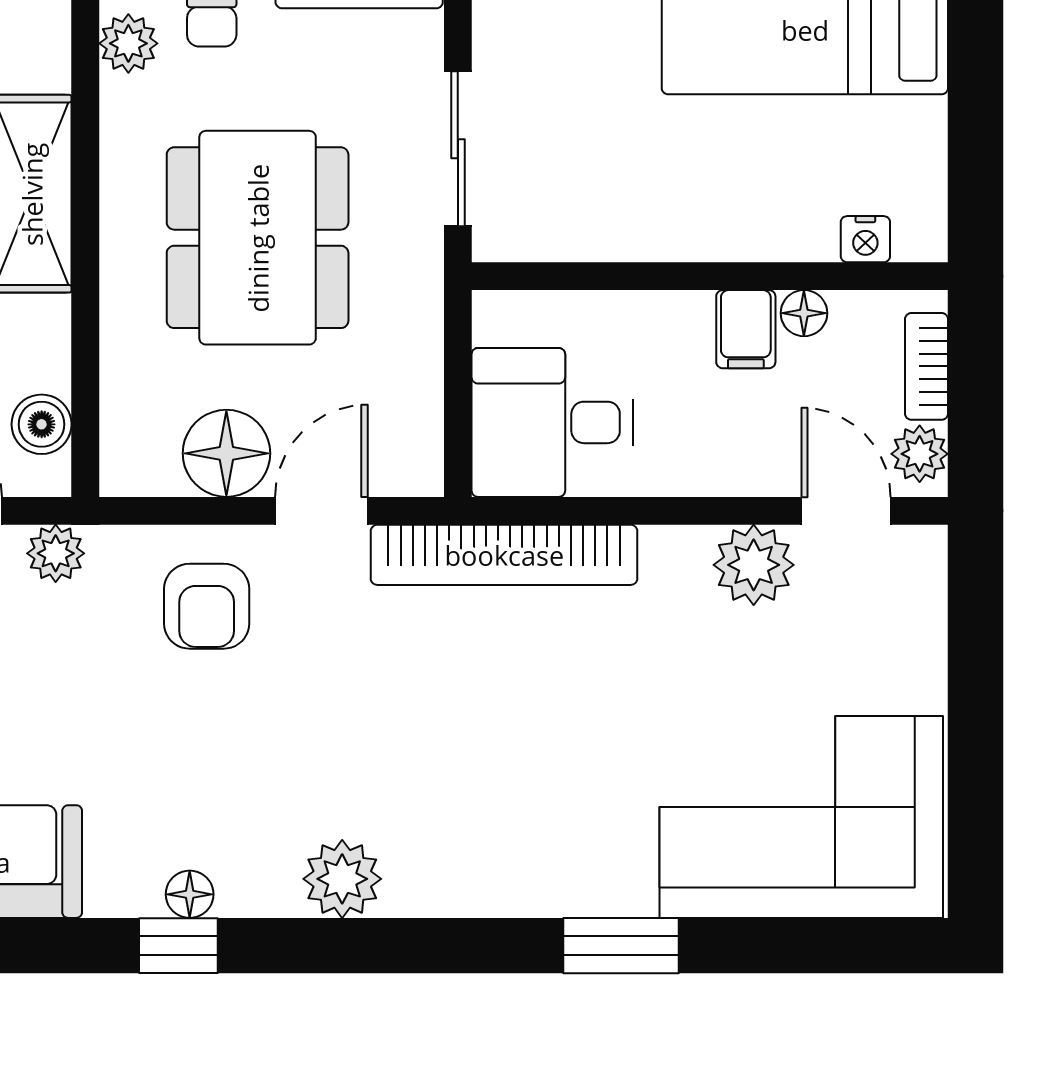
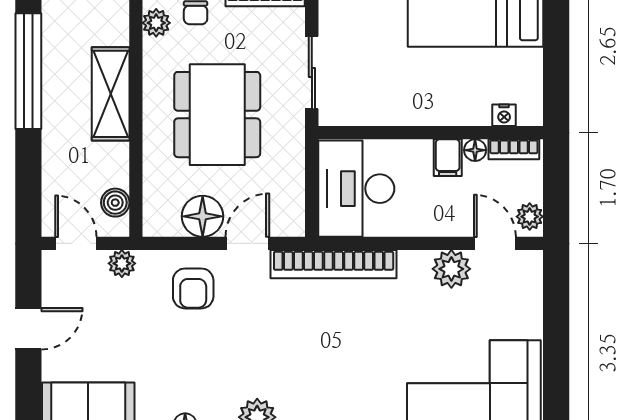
bookcase: (927, 366) -> (514, 149), moved, turned -90
desk: (552, 422) -> (356, 189), width x1.37

